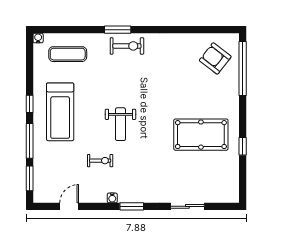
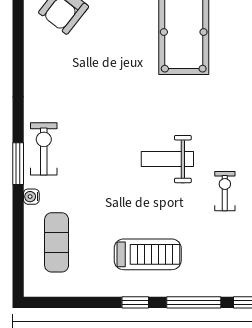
water cooler: (38, 38) -> (31, 197), moved
treadmill: (60, 112) -> (148, 254), width x0.73, depth x0.73
weight bench: (120, 124) -> (167, 159), turned 180

